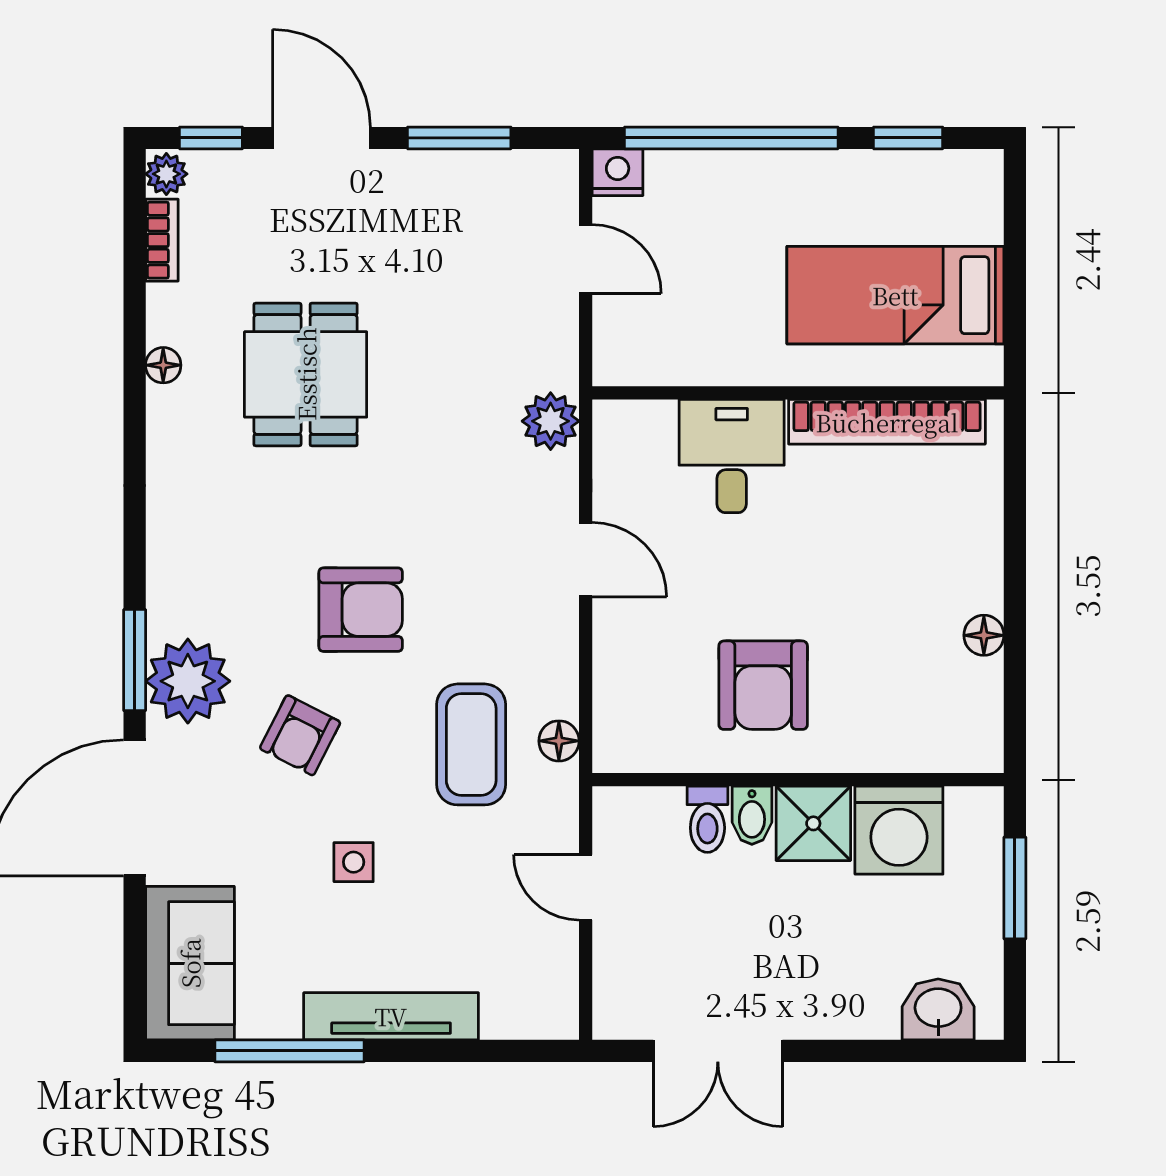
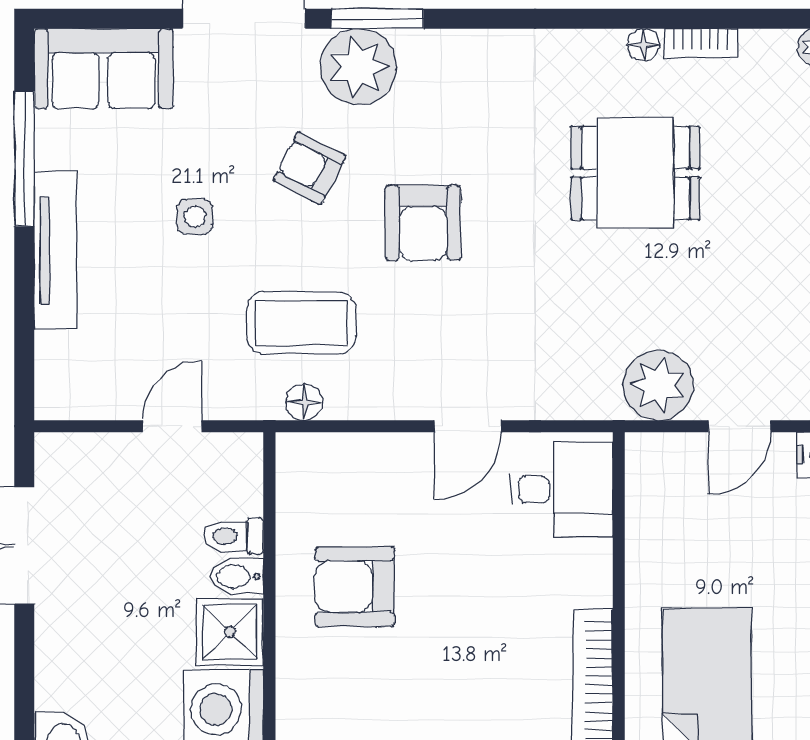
bookcase: (162, 240) -> (701, 43), moved
plant: (551, 421) -> (658, 385), moved, width x1.36, depth x1.36
desk: (732, 456) -> (562, 489), moved

